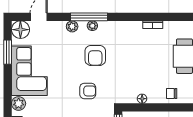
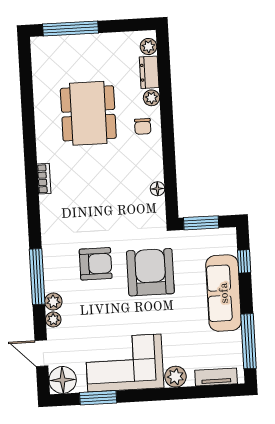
plant: (92, 26) -> (53, 319), moved
armchair: (88, 91) -> (150, 272), width x1.88, depth x1.88
chair: (172, 94) -> (143, 126), moved

